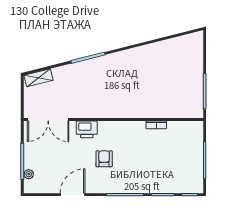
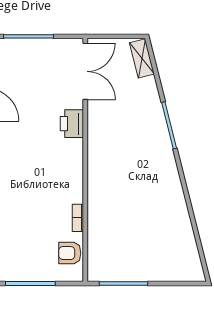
double door: (48, 120) -> (85, 71), swing flipped
armchair: (104, 159) -> (70, 253), moved, turned 180
plant: (29, 174) -> (11, 45), removed

